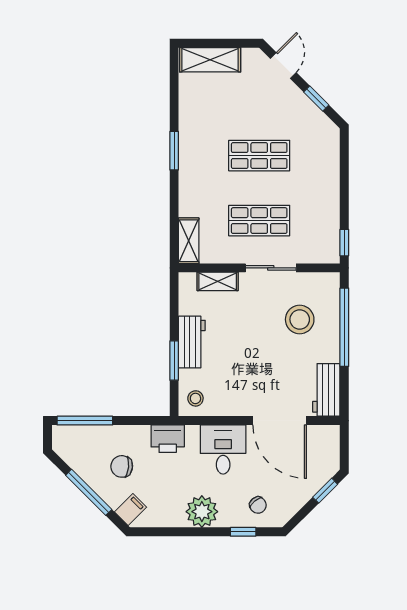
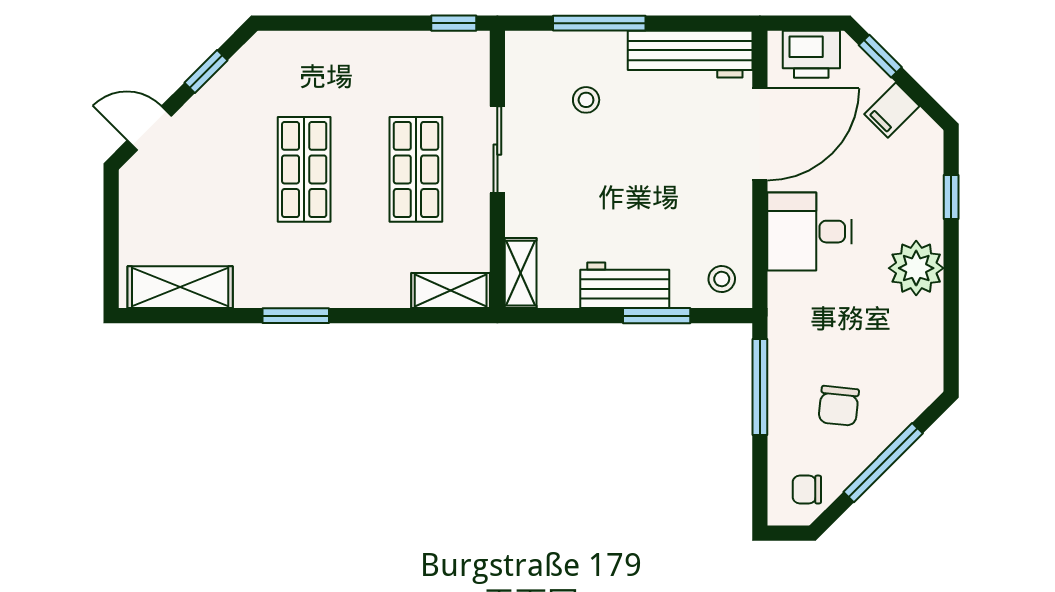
shelving: (210, 60) -> (180, 287), moved, turned 90
shelving: (218, 281) -> (521, 273), moved
stool: (300, 319) -> (586, 100), width x0.53, depth x0.53
window: (344, 327) -> (599, 23), width x0.68
workbench: (326, 390) -> (690, 54), width x1.38
window: (85, 421) -> (760, 387), moved
printer: (168, 439) -> (811, 54), moved, turned 90
chair: (258, 505) -> (807, 490), moved, turned -140
filing cabinet: (131, 510) -> (892, 110), moved, turned -90

